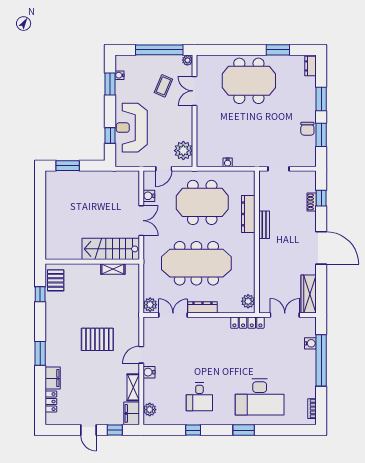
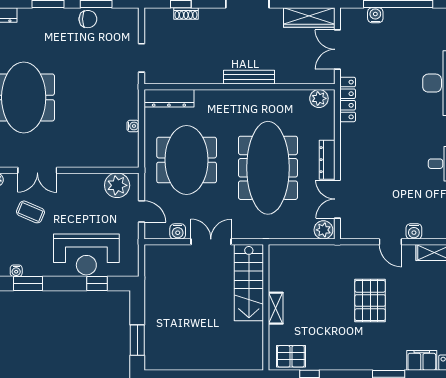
dresser: (248, 214) -> (169, 98), moved
bench: (264, 225) -> (249, 77), moved, width x1.36
shelving: (113, 269) -> (276, 308), moved

